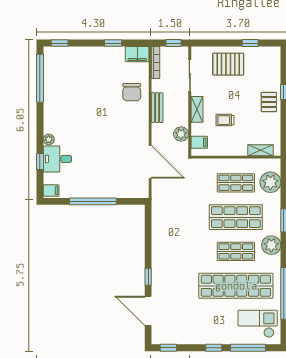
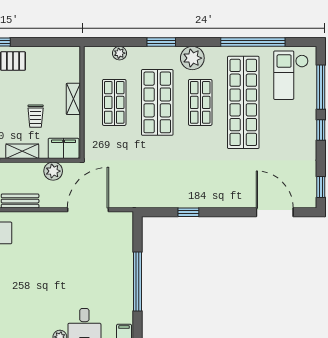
filing cabinet: (199, 142) -> (64, 148), width x2.00
shelving: (260, 150) -> (73, 99), moved
plant: (270, 182) -> (120, 53), width x0.53, depth x0.53
window: (148, 277) -> (188, 212), moved
door: (148, 311) -> (275, 212), swing flipped

